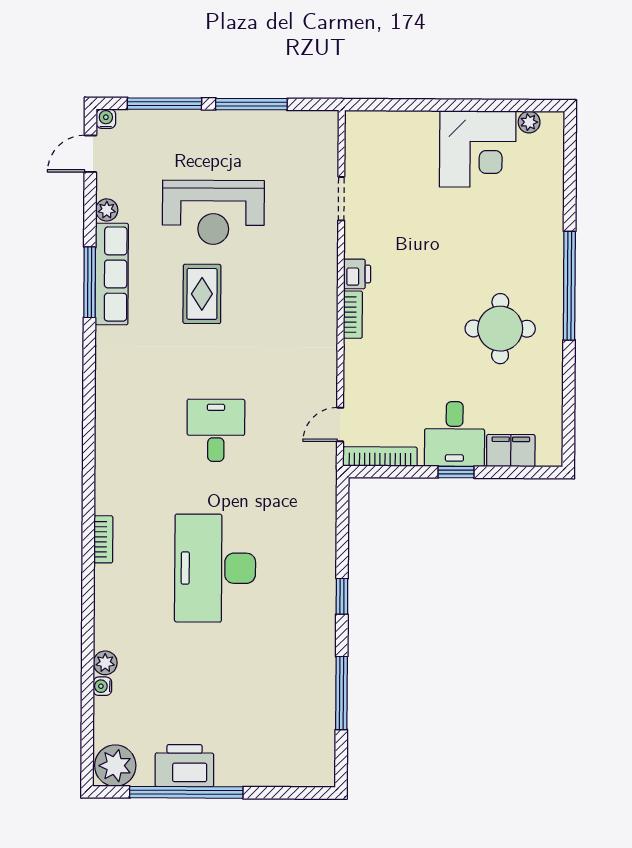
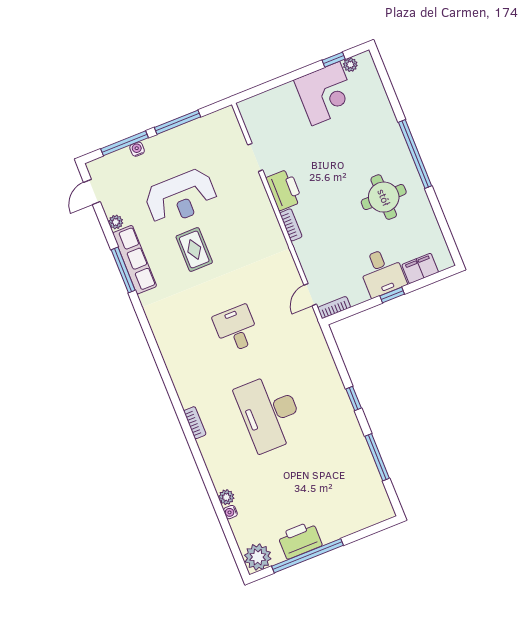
window: (508, 105) -> (334, 60), added
water cooler: (106, 119) -> (137, 149), moved
printer: (357, 274) -> (284, 190), width x1.87, depth x1.48
bookcase: (380, 456) -> (334, 308), width x0.64

